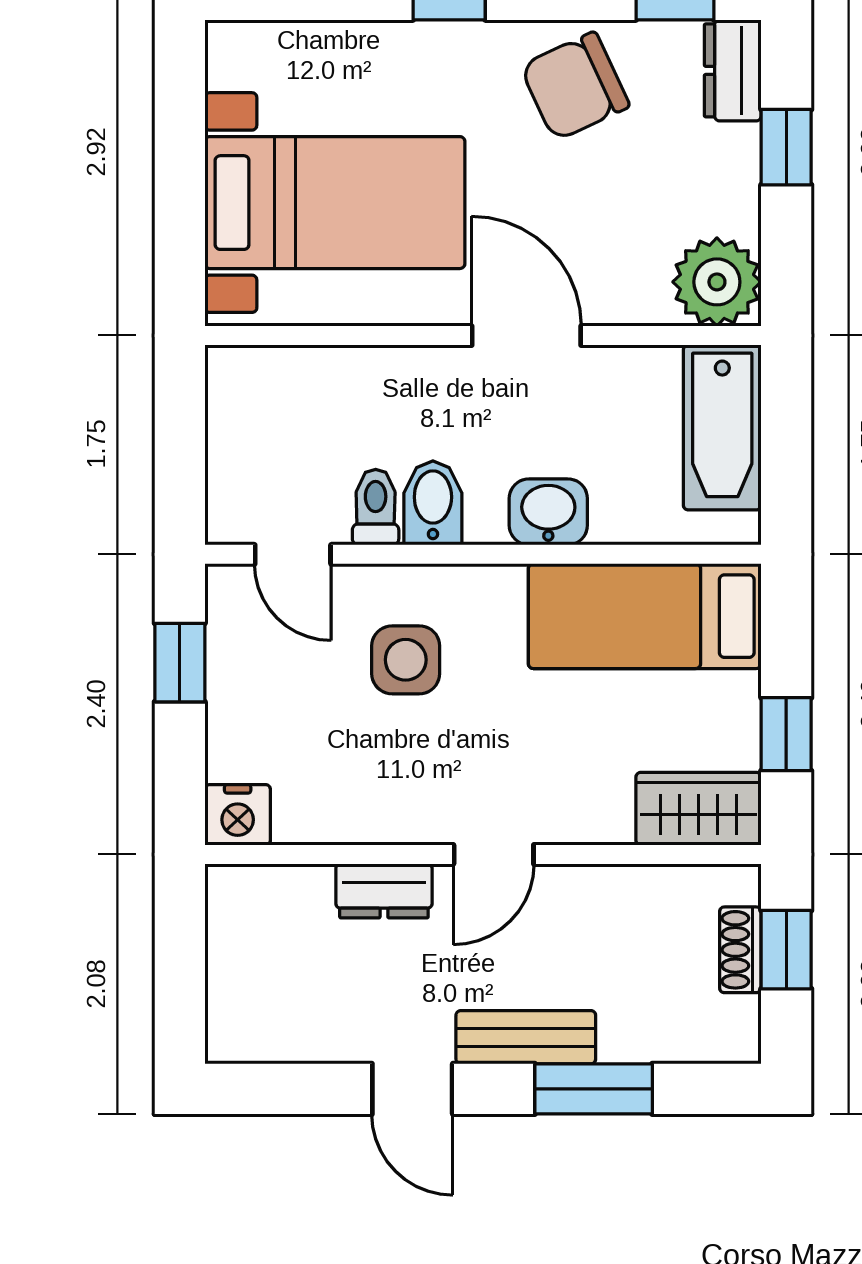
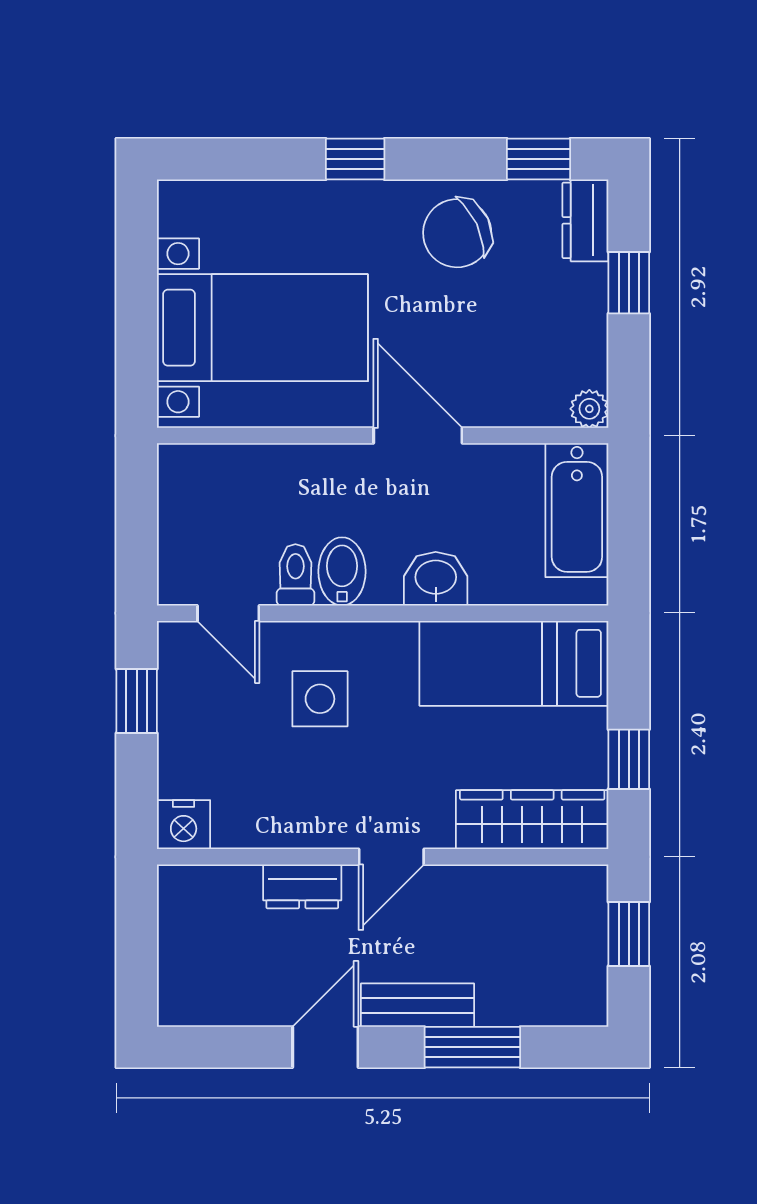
plant: (717, 282) -> (589, 409), width x0.53, depth x0.53
wardrobe: (699, 809) -> (532, 820), width x1.50
shoe rack: (740, 950) -> (592, 934), removed
door: (412, 1089) -> (325, 1047), swing flipped

